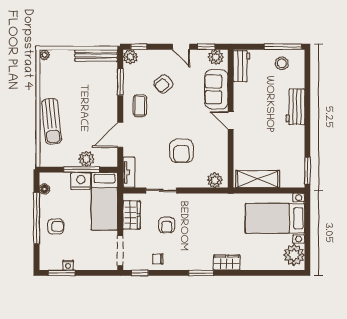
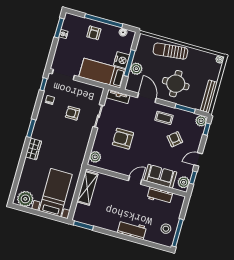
workbench: (241, 66) -> (160, 196), moved
round table: (92, 103) -> (176, 84), added
wardrobe: (132, 215) -> (87, 90), removed

